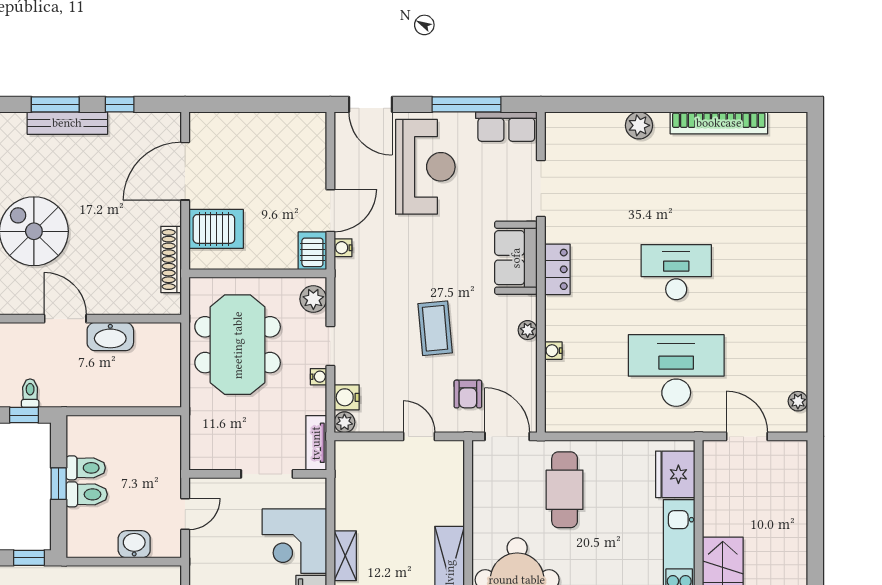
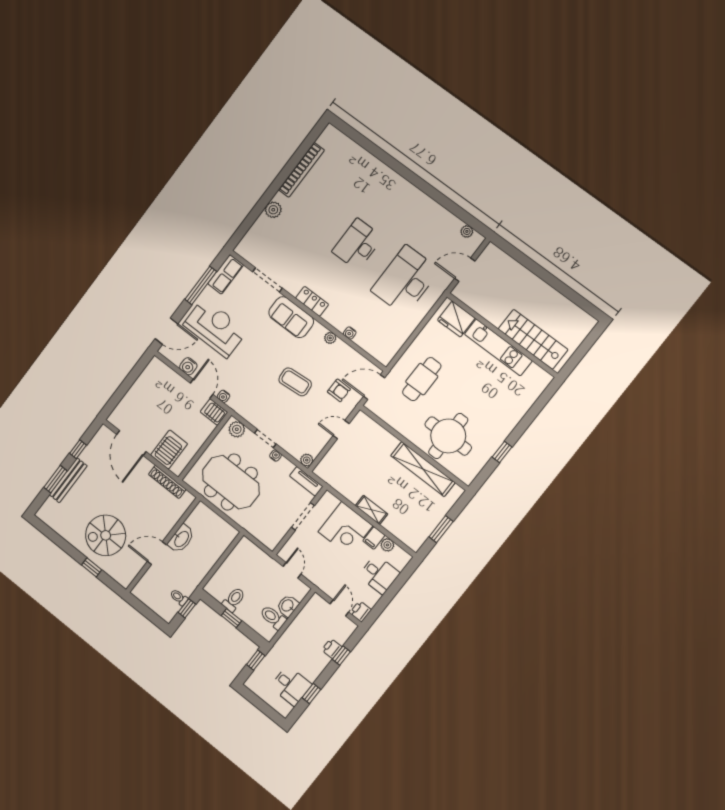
water cooler: (347, 397) -> (188, 366), moved
cafe table: (565, 490) -> (422, 379), turned 90
toilet: (87, 494) -> (273, 617), moved, turned -90

